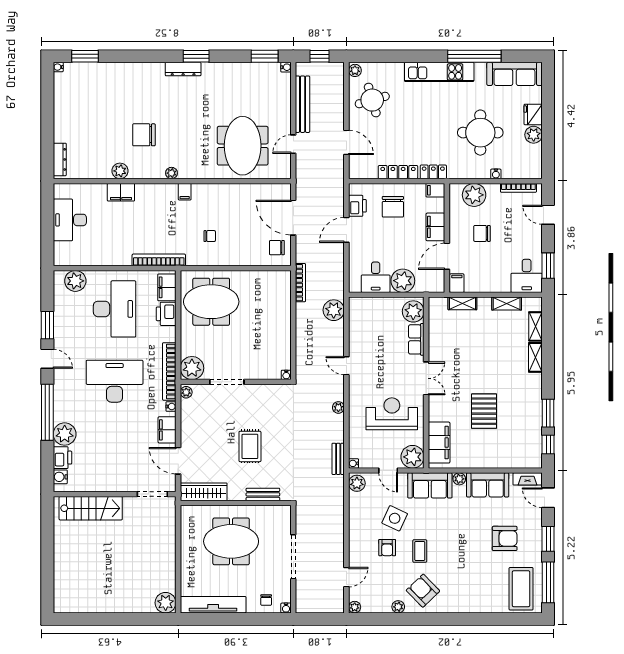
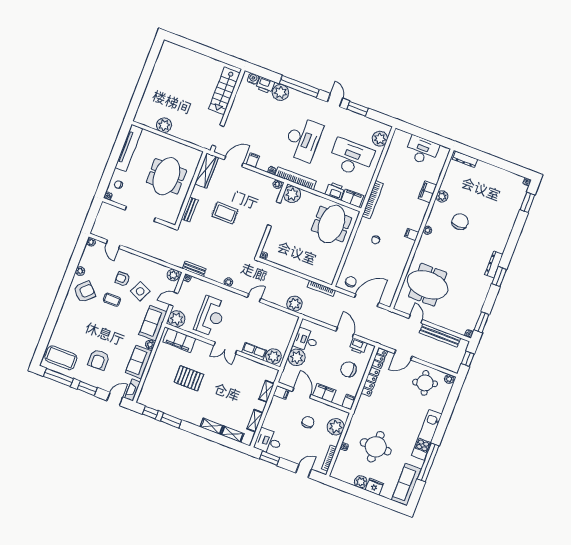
locker: (433, 172) -> (379, 358), moved
desk: (115, 309) -> (351, 158), turned 180
door: (47, 359) -> (335, 100), swing flipped
filing cabinet: (167, 430) -> (253, 160), width x0.50
plant: (166, 603) -> (164, 125), moved

